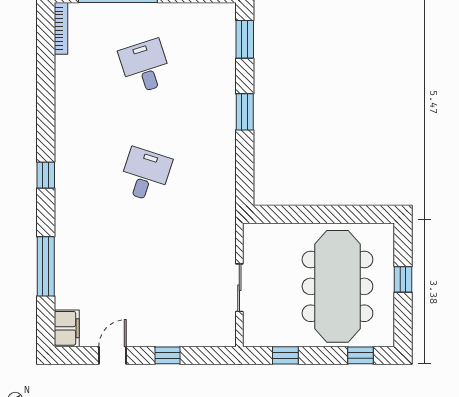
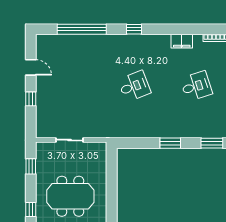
desk: (145, 175) -> (134, 86), turned -39
window: (46, 266) -> (82, 29), width x1.46
meeting table: (337, 286) -> (70, 196), width x0.73
filing cabinet: (67, 328) -> (182, 41), moved

